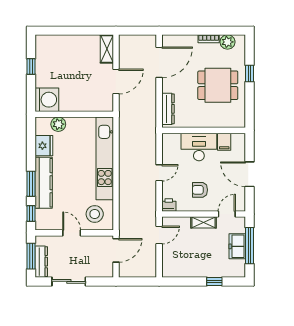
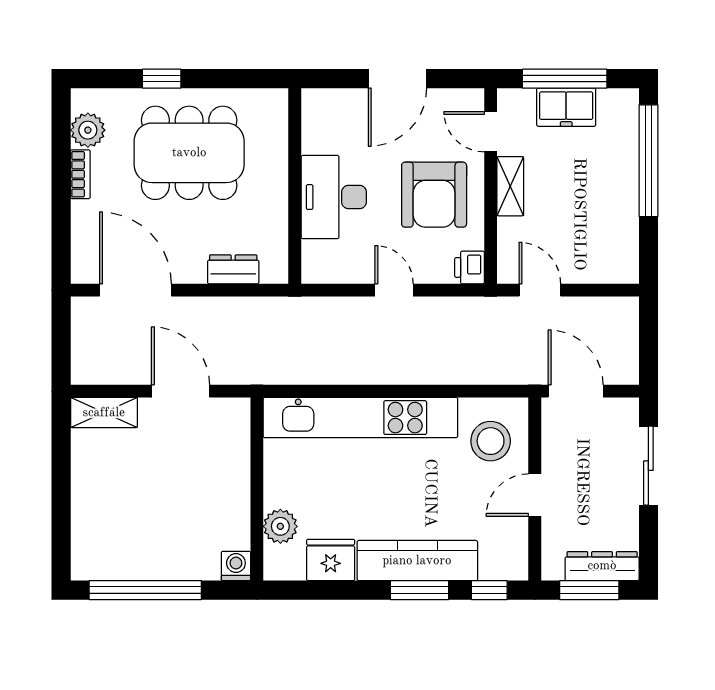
window: (31, 67) -> (145, 590), width x3.17
dining table: (218, 85) -> (189, 153), width x1.37
washing machine: (47, 100) -> (236, 566), width x0.53, depth x0.53
dresser: (168, 109) -> (233, 269), width x0.70
filing cabinet: (224, 142) -> (321, 138), removed
armchair: (200, 190) -> (434, 195), width x1.88, depth x1.88
sliding door: (69, 281) -> (648, 466), moved
window: (214, 281) -> (648, 161), width x3.17

